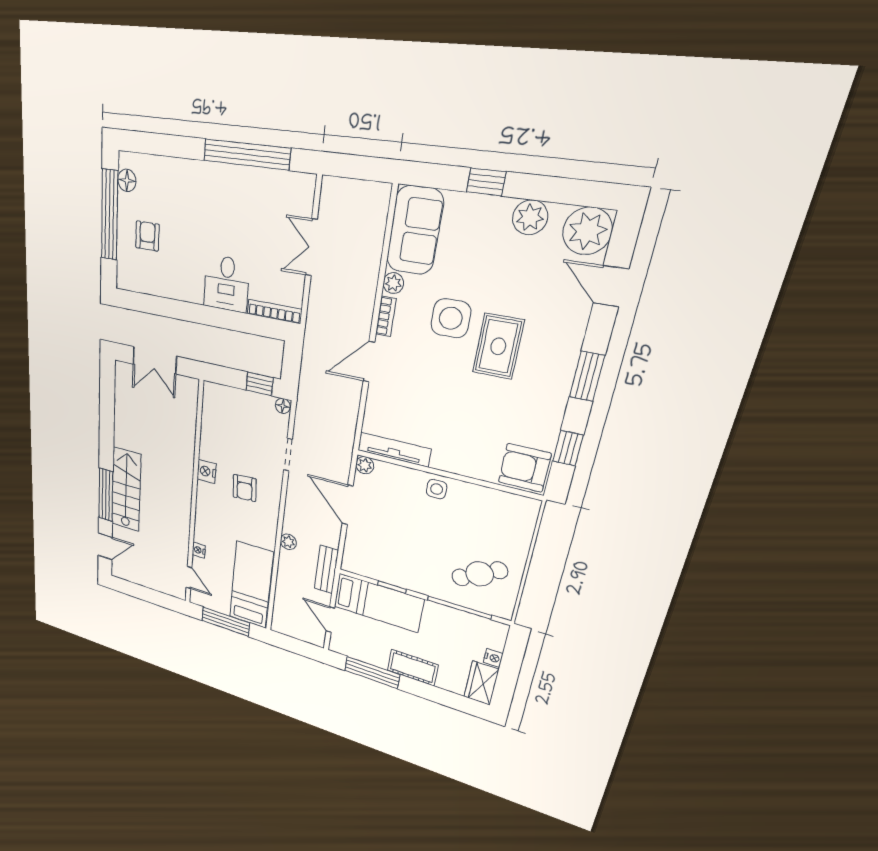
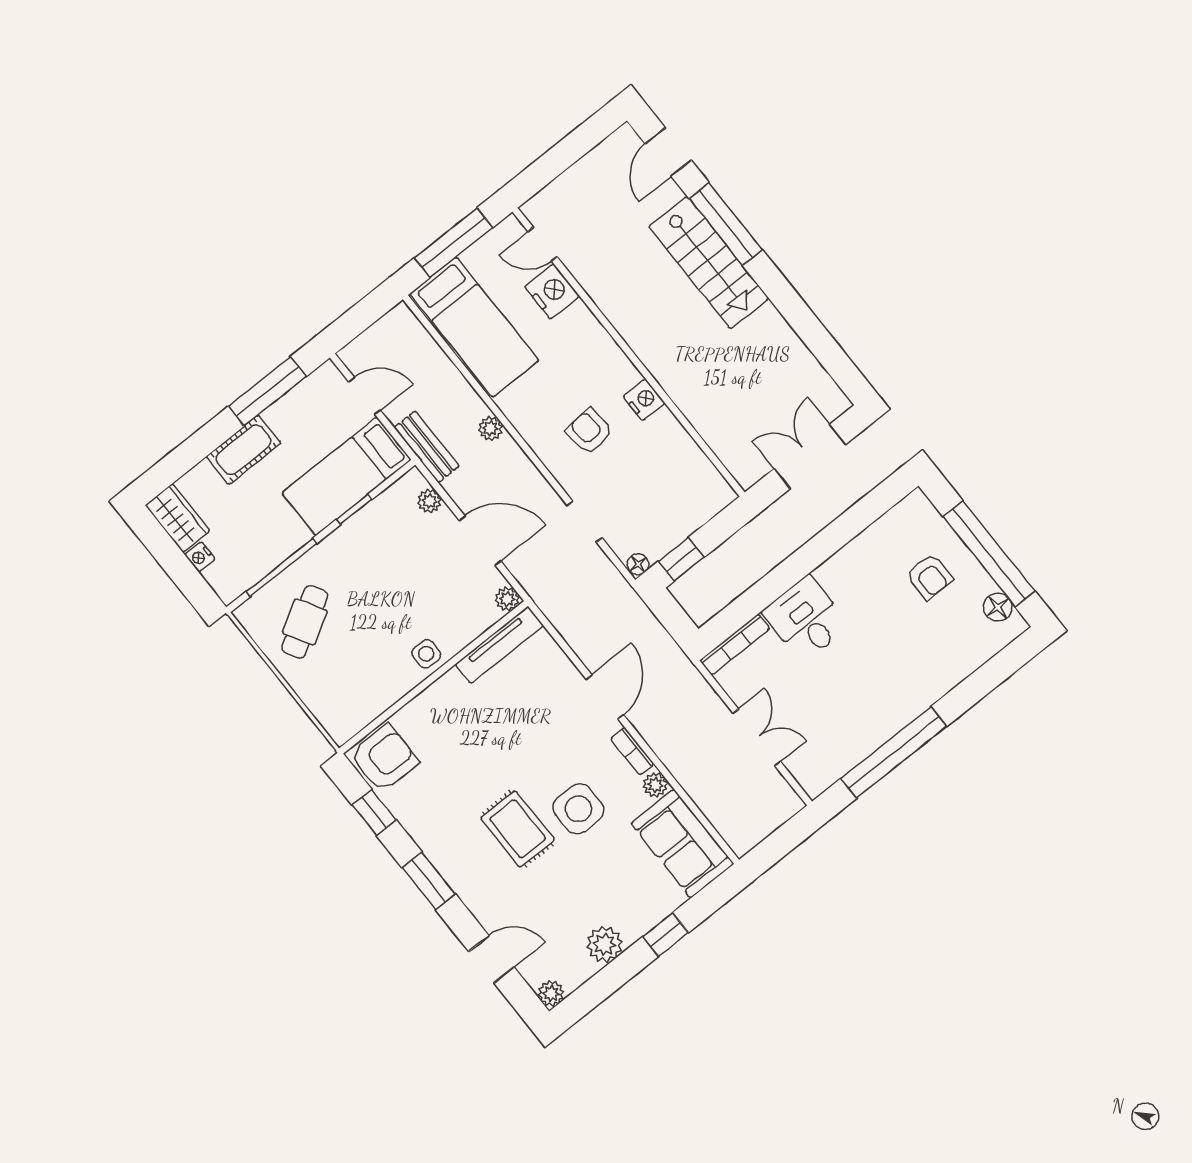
plant: (587, 231) -> (551, 993), width x0.53, depth x0.53
plant: (352, 548) -> (429, 501), added
nightstand: (199, 550) -> (552, 291), width x1.89, depth x1.79

